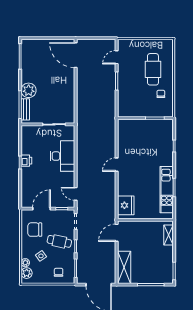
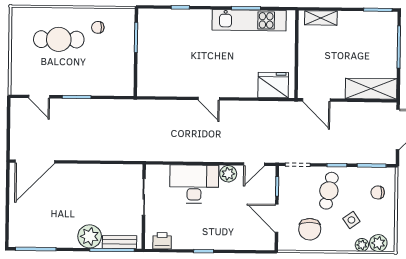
printer: (26, 161) -> (162, 241), moved
plant: (69, 178) -> (228, 174), added

